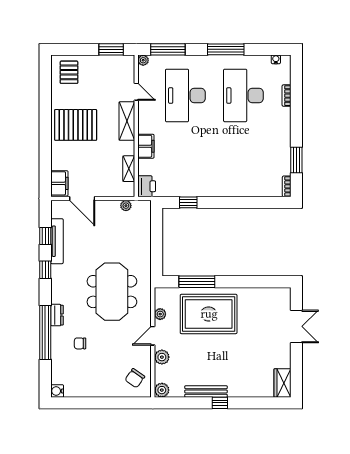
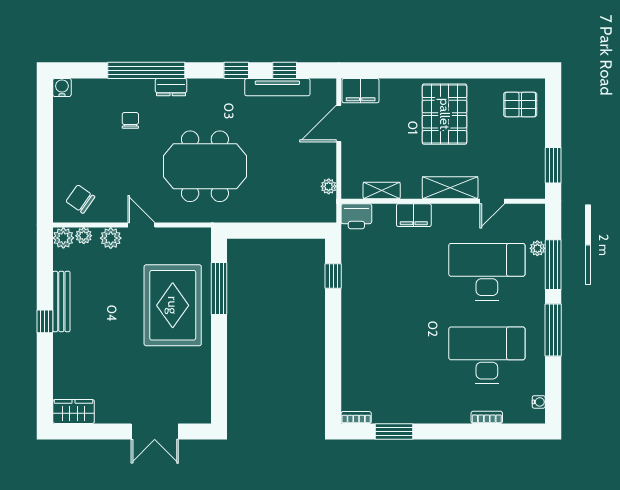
window: (168, 49) -> (553, 265), moved
plant: (143, 60) -> (537, 248), moved
plant: (160, 314) -> (84, 236), moved

